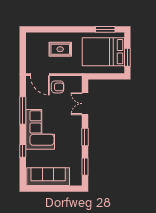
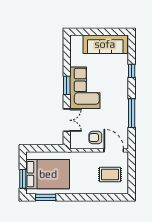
rug: (60, 49) -> (110, 175), moved
window: (127, 57) -> (23, 179), moved
corner sofa: (40, 129) -> (85, 88), moved, turned 180
window: (85, 167) -> (67, 55), removed

